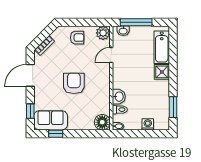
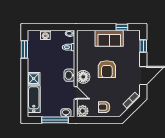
door: (111, 55) -> (76, 93), hinge flipped
washbasin: (119, 97) -> (69, 75), moved
sofa: (51, 120) -> (109, 38), moved
floor lamp: (102, 122) -> (83, 77), moved

